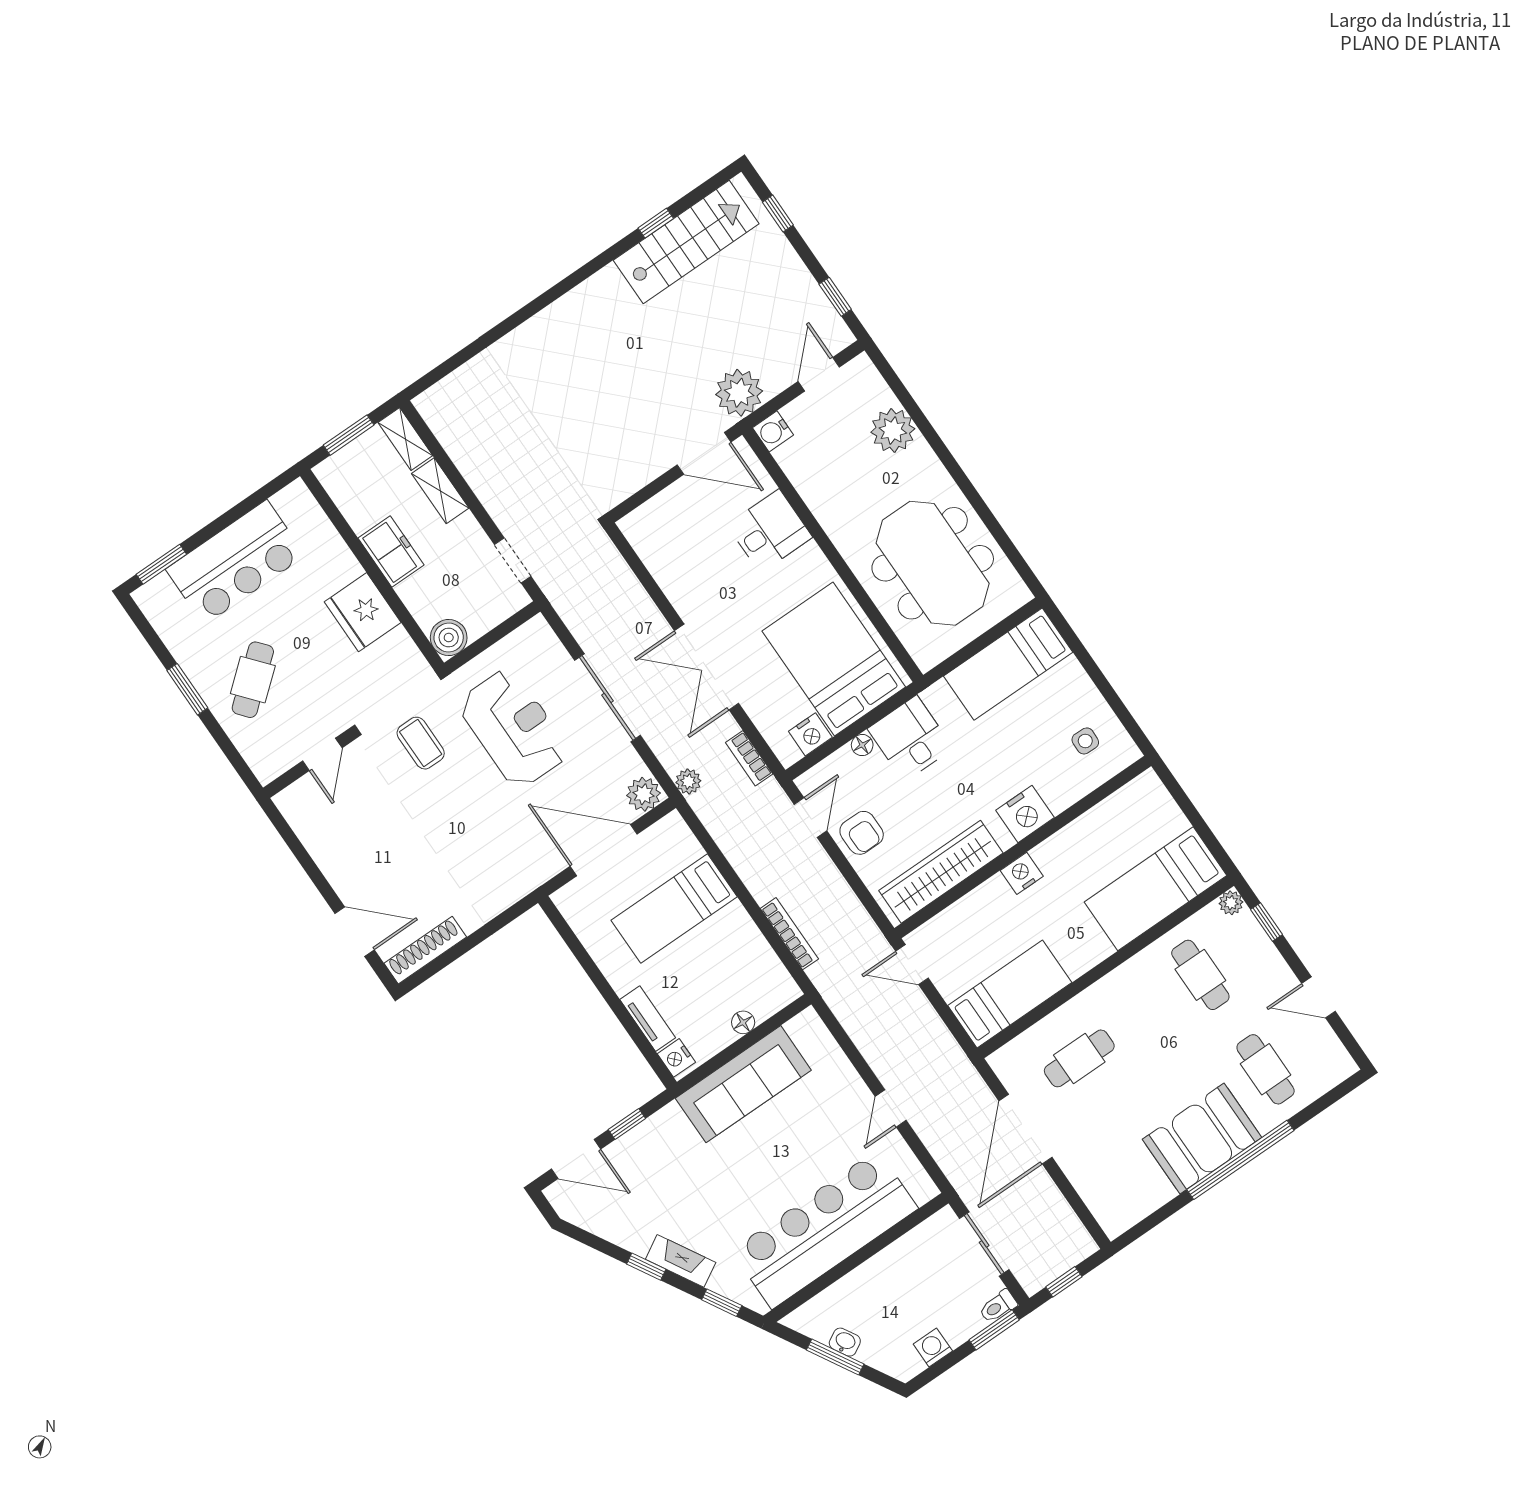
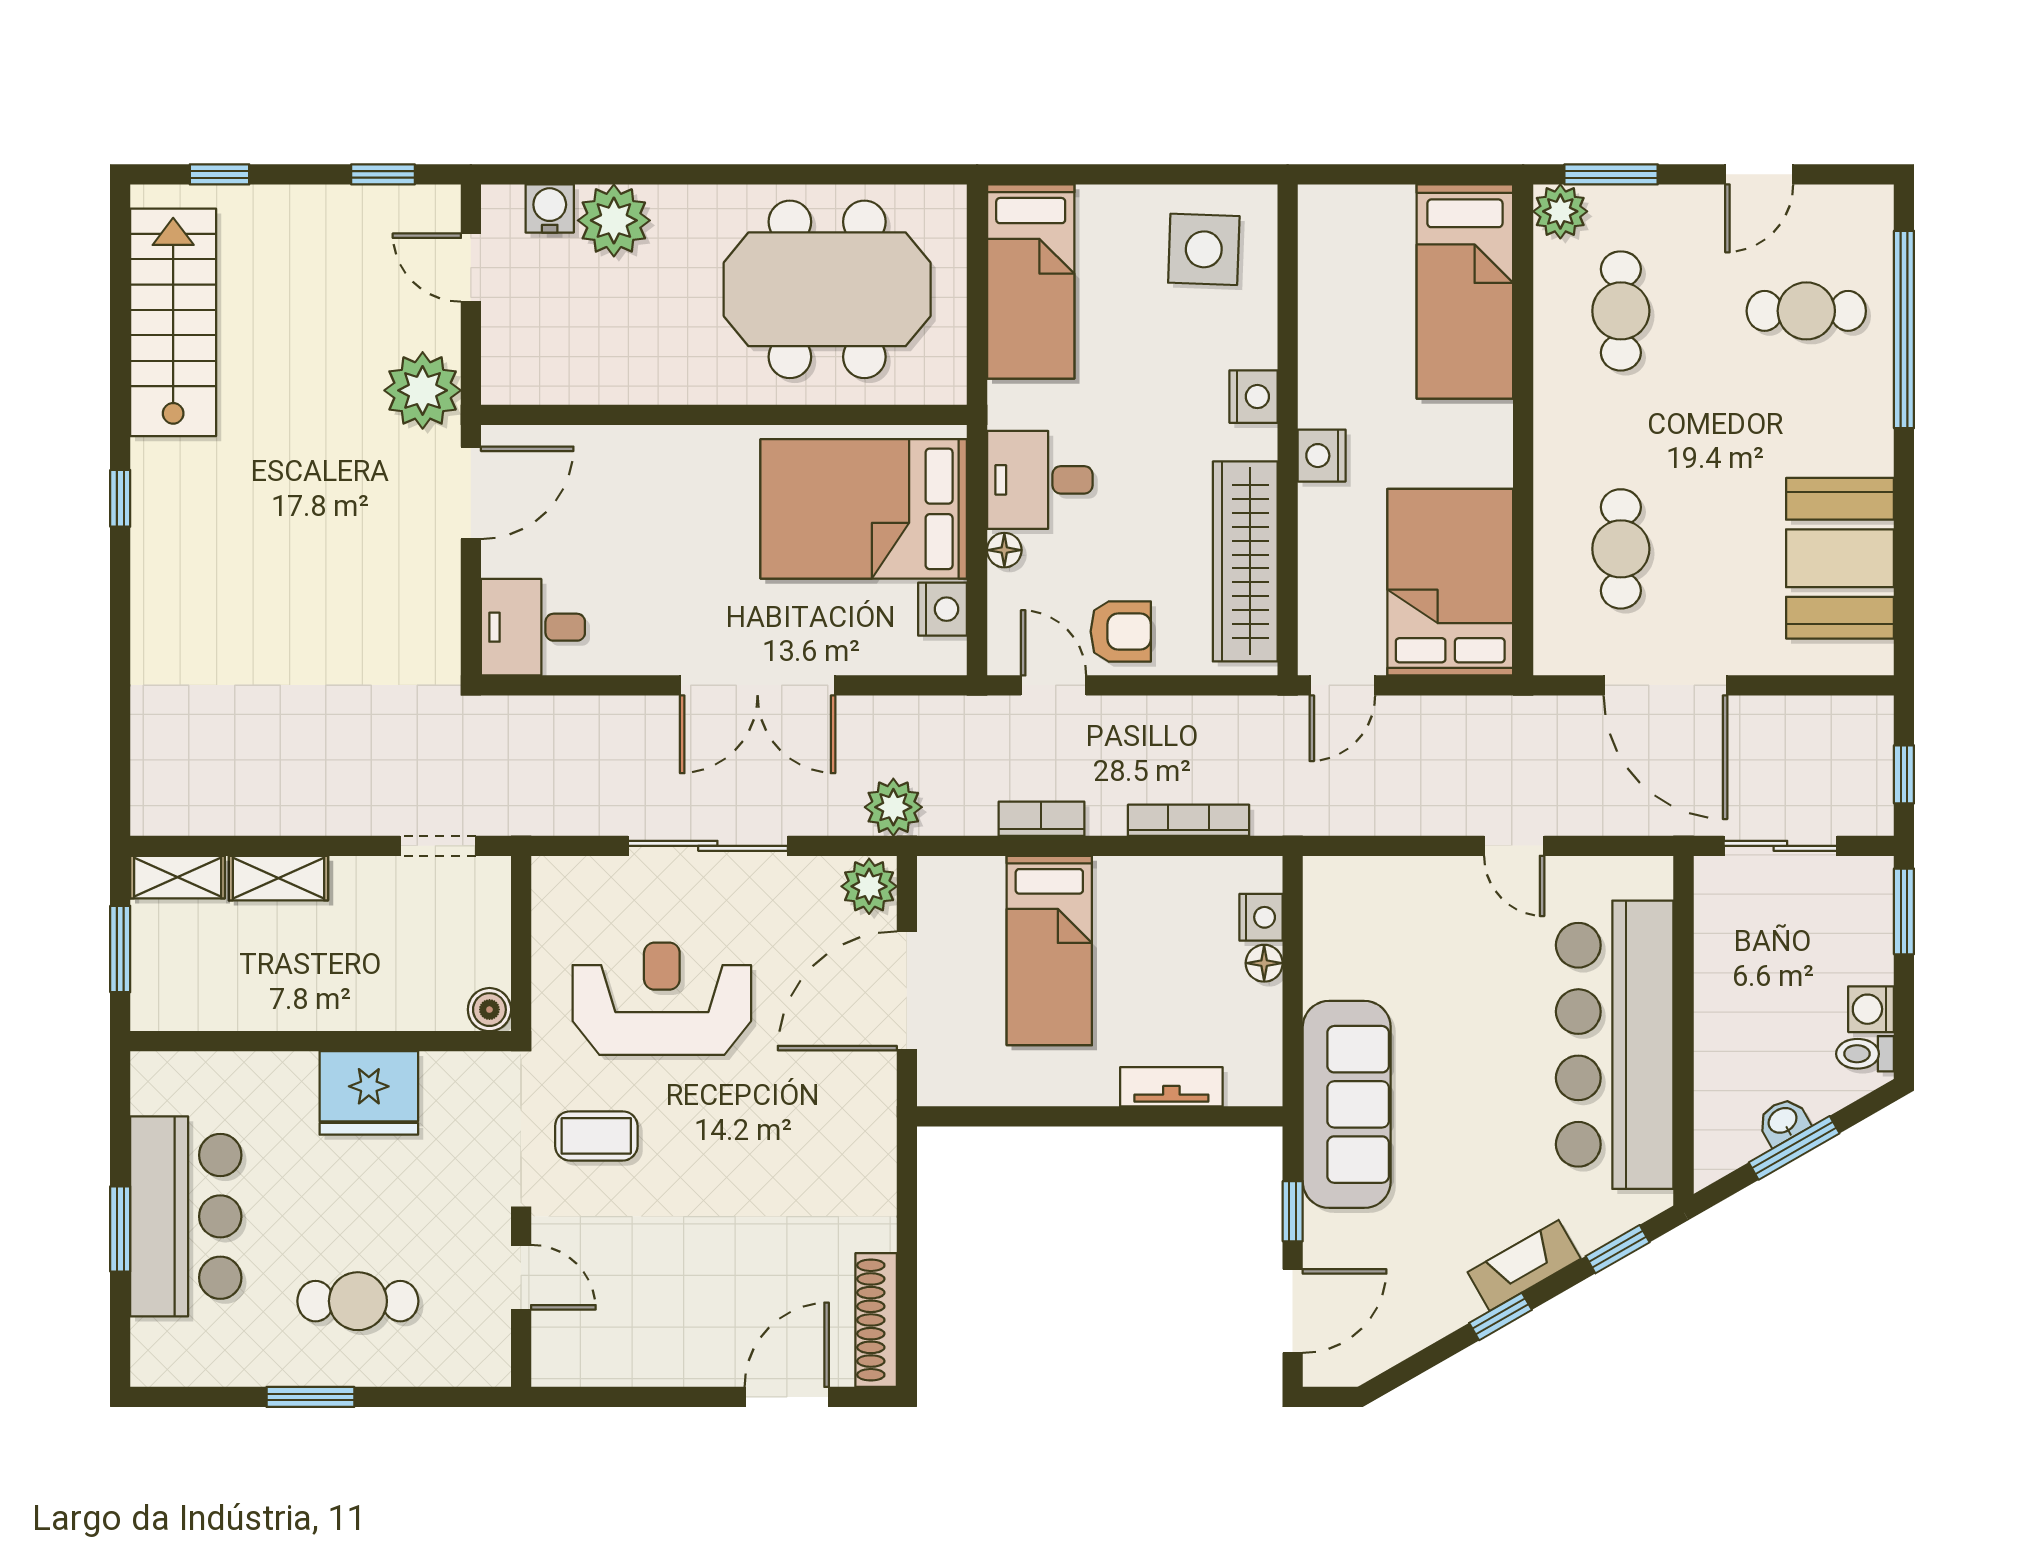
window: (656, 223) -> (120, 498), moved
water cooler: (773, 431) -> (550, 208), moved, turned 180
desk: (770, 531) -> (533, 627), moved, turned -90
freezer: (391, 552) -> (314, 1000), removed
window: (161, 564) -> (120, 1229), moved
boiler: (449, 638) -> (489, 1010), width x0.73, depth x0.73
cafe table: (253, 680) -> (358, 1301), turned -50
side table: (1085, 741) -> (1204, 249), width x1.87, depth x1.87
bookcase: (749, 758) -> (1041, 819), moved, turned 180
plant: (688, 782) -> (893, 807), width x1.38, depth x1.38
nightstand: (1025, 814) -> (1254, 397), width x0.74, depth x0.75
plant: (1231, 903) -> (1560, 211), width x1.38, depth x1.38
window: (1266, 922) -> (1611, 174), width x1.50
cafe table: (1200, 975) -> (1621, 311), turned 90
bed: (1010, 994) -> (1450, 582), width x1.50
nightstand: (676, 1058) -> (1261, 917), moved, turned -90
sofa: (743, 1084) -> (1347, 1104), moved
booth: (1202, 1138) -> (1840, 558), moved
window: (1240, 1160) -> (1904, 330), moved
toilet: (998, 1306) -> (1865, 1054), moved, turned 90

